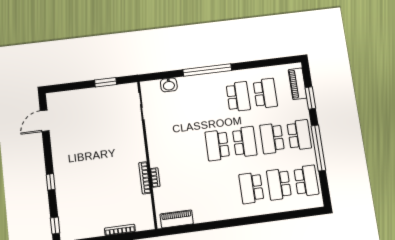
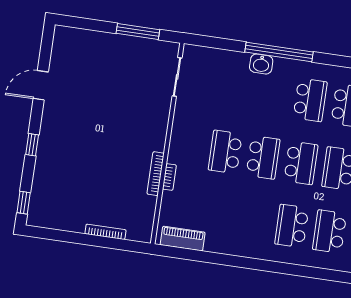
window: (106, 82) -> (138, 31), width x1.44
washbasin: (169, 85) -> (261, 64), moved
door: (45, 121) -> (41, 85), moved
school desk: (217, 145) -> (263, 157), turned 180
school desk: (190, 149) -> (225, 152), added

